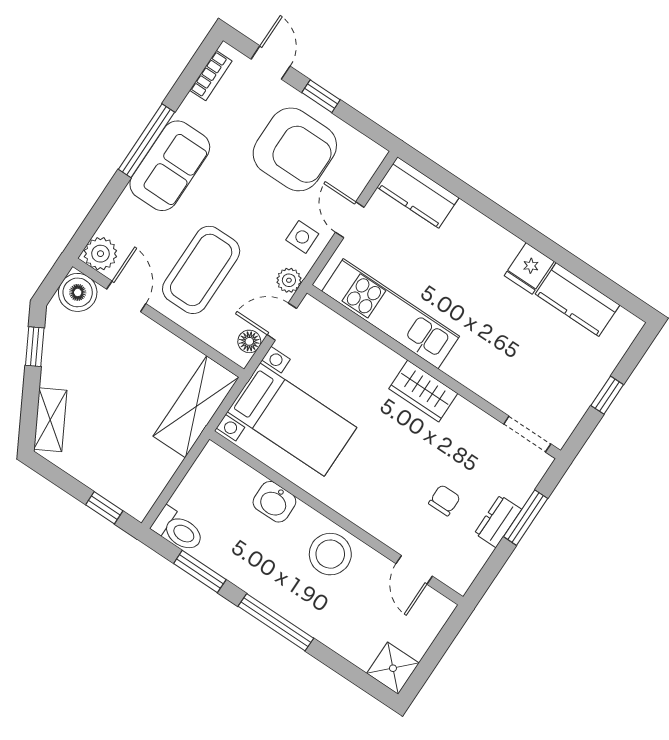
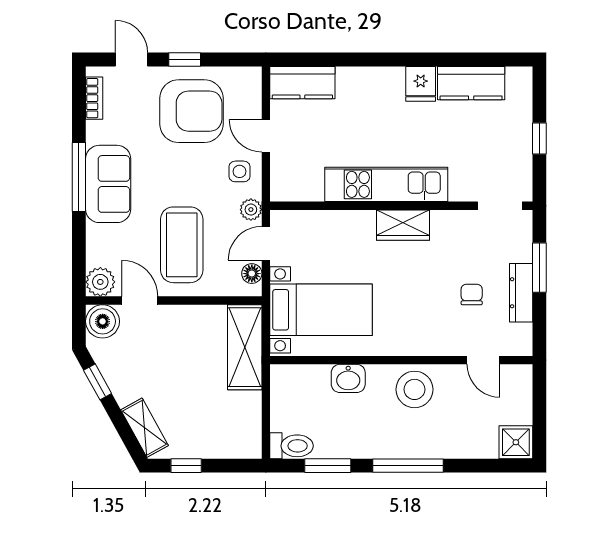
kitchen unit: (391, 314) -> (386, 184), moved
window: (104, 508) -> (186, 466), moved
dresser: (498, 521) -> (521, 293), width x1.44

